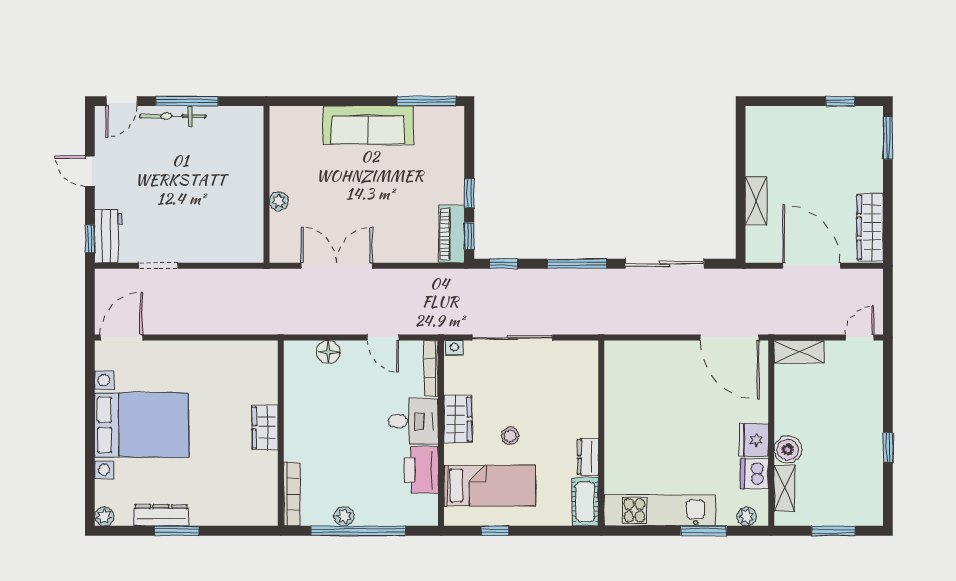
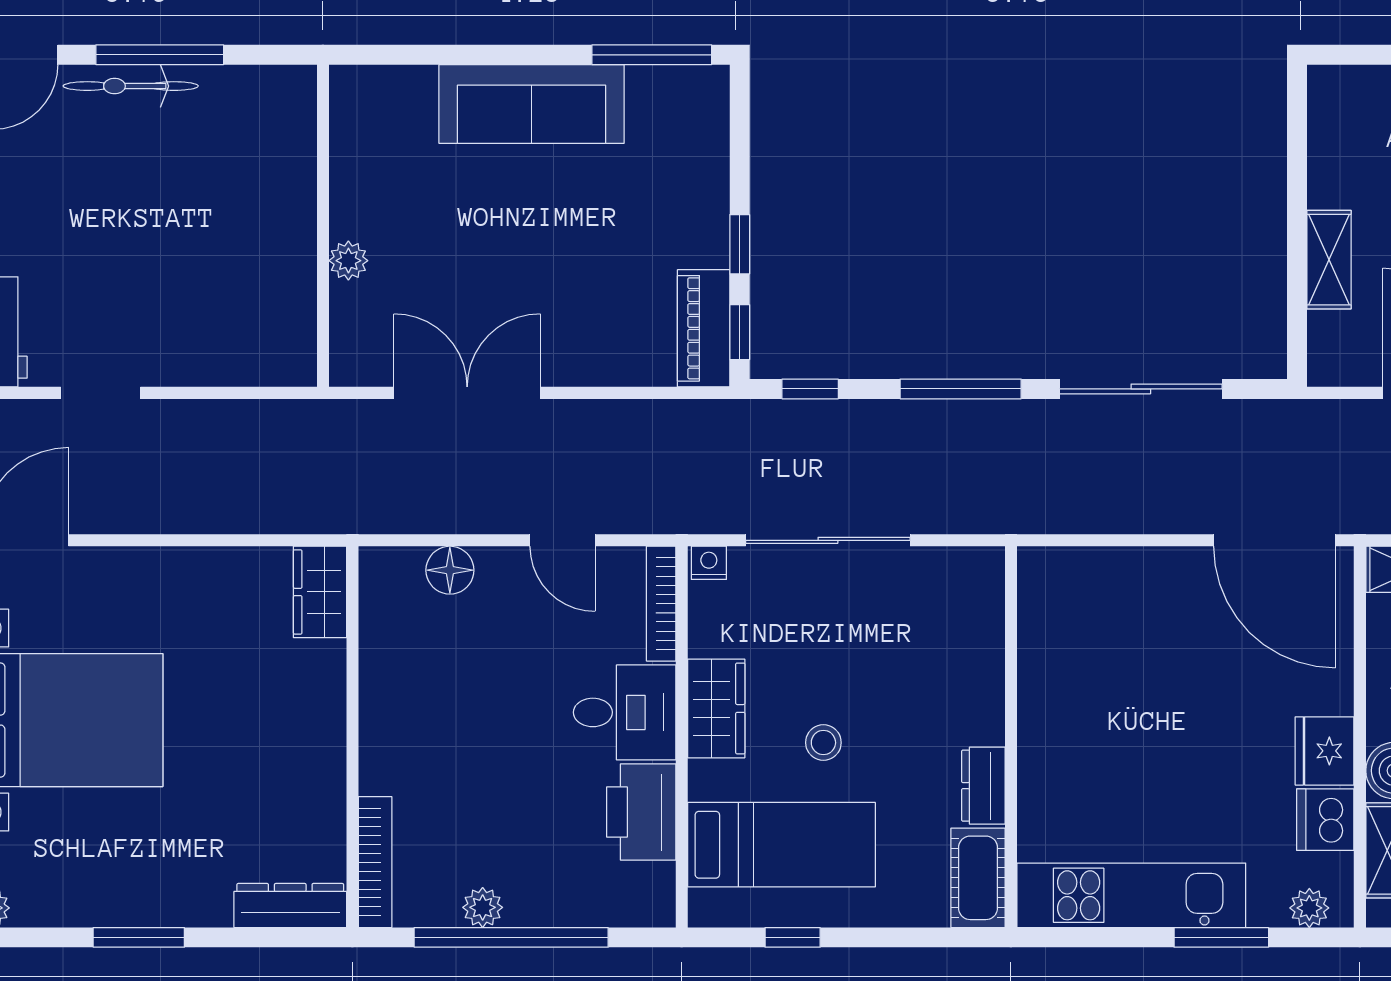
wardrobe: (265, 427) -> (320, 592), moved
dresser: (161, 515) -> (290, 906), moved

